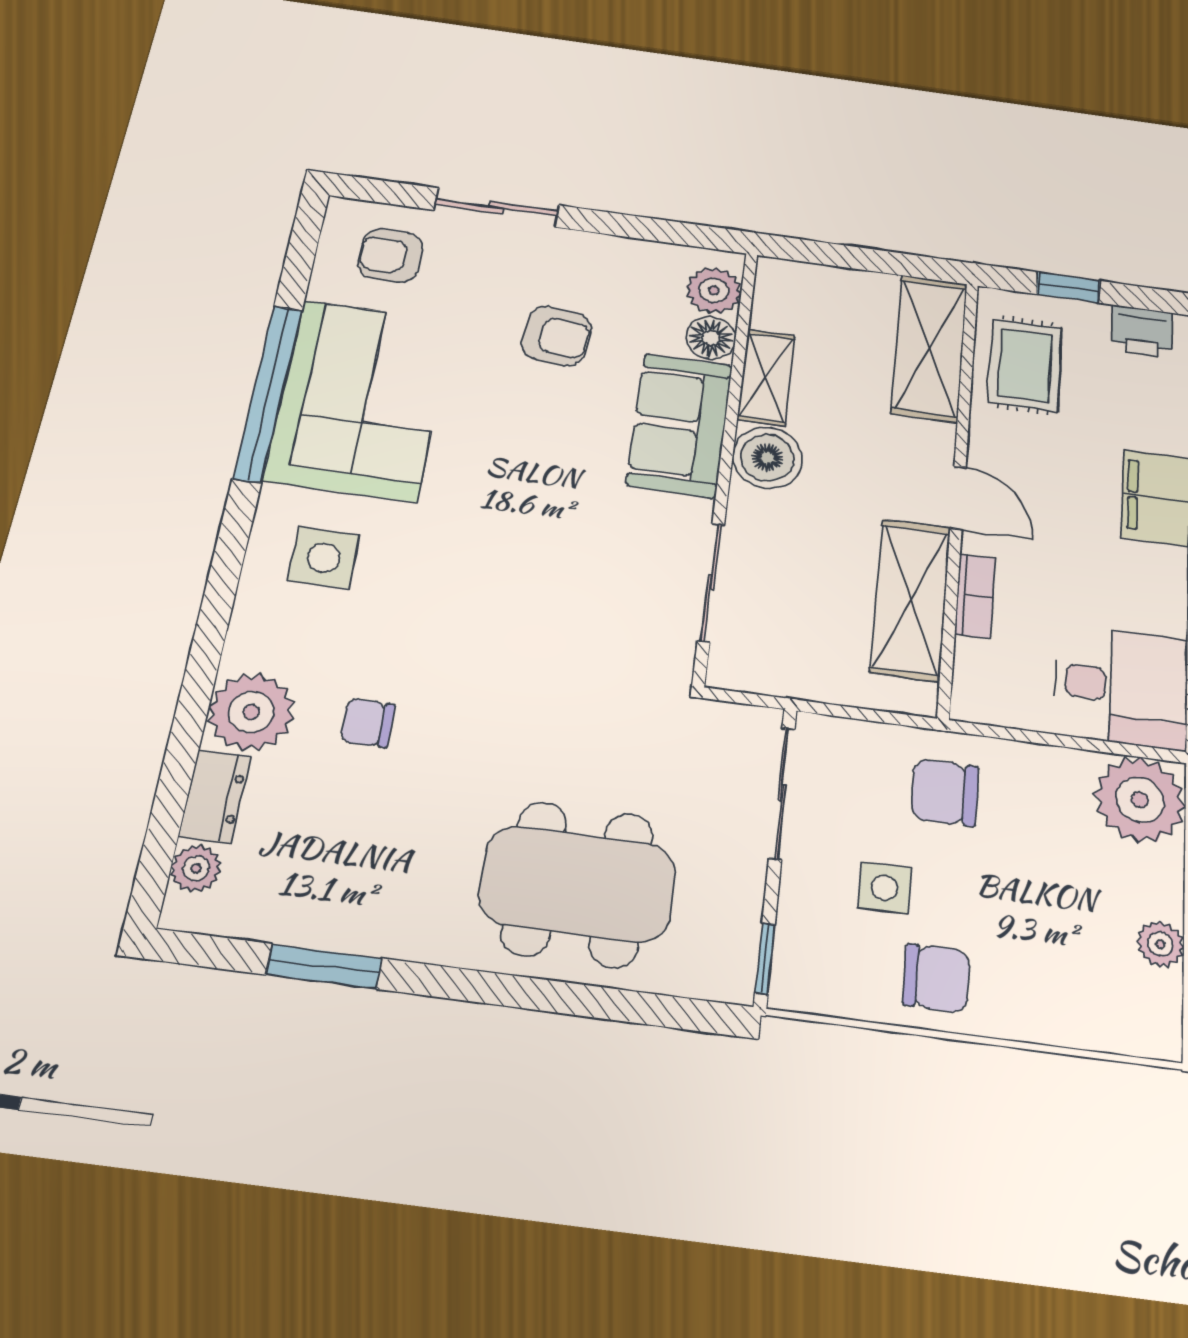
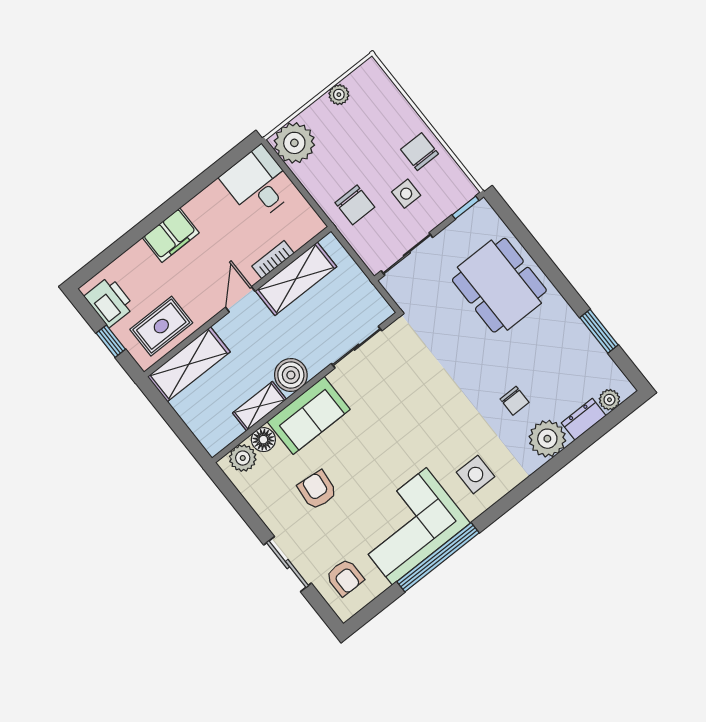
printer: (1142, 332) -> (109, 302), width x1.36, depth x1.24

